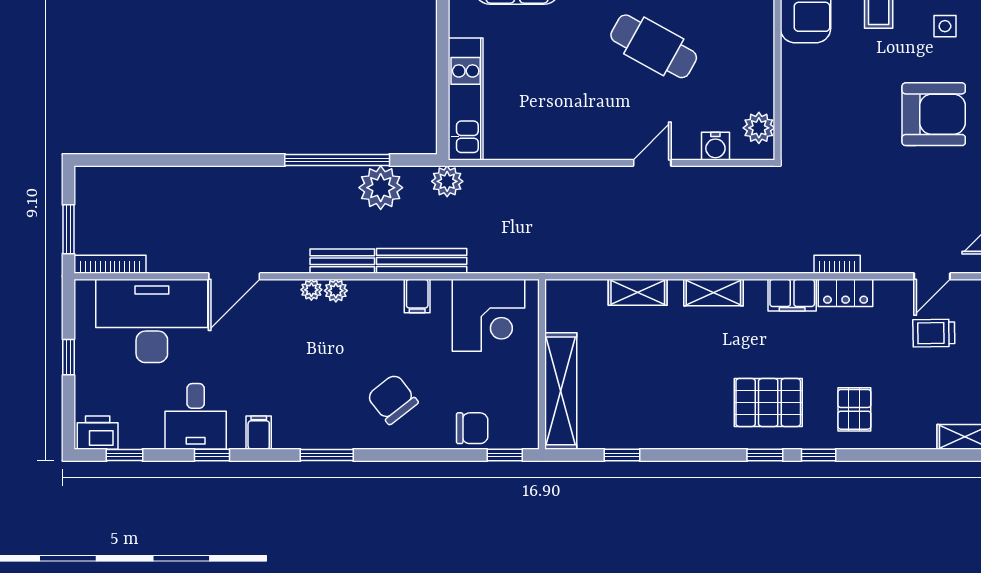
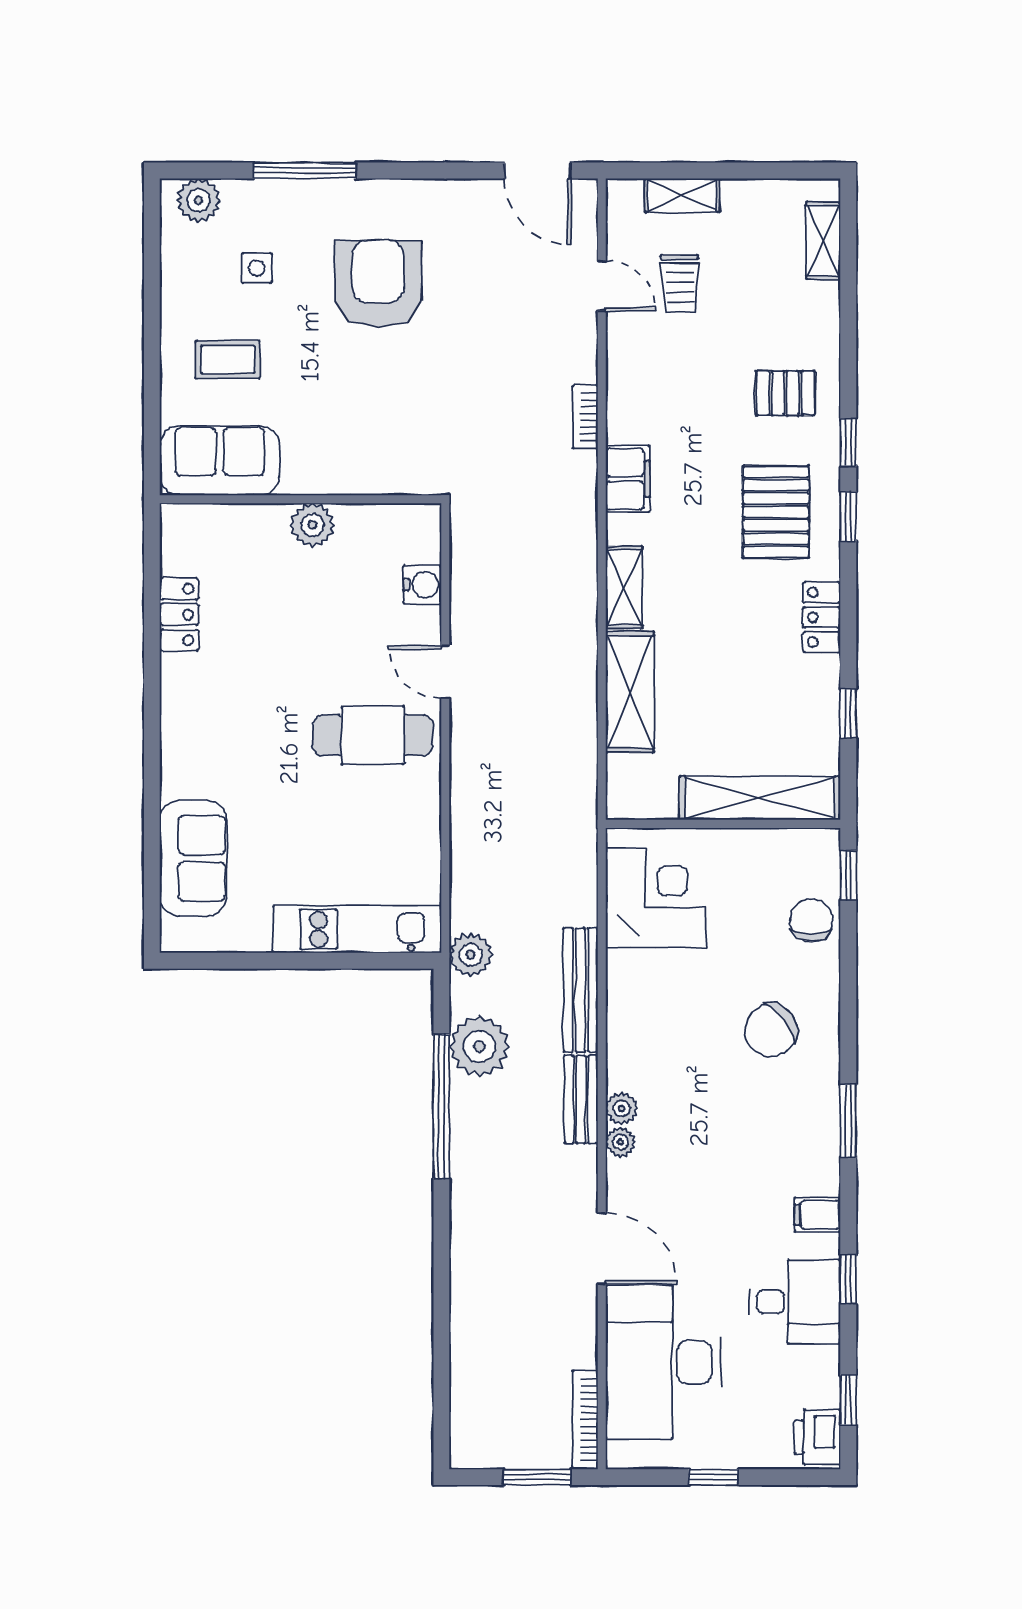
cafe table: (654, 46) -> (373, 735), moved, turned 61
plant: (759, 128) -> (312, 525), moved
shelving: (638, 292) -> (630, 692), width x1.50, depth x1.33
locker: (846, 293) -> (821, 617), moved, turned 180
filing cabinet: (417, 296) -> (629, 996), removed

